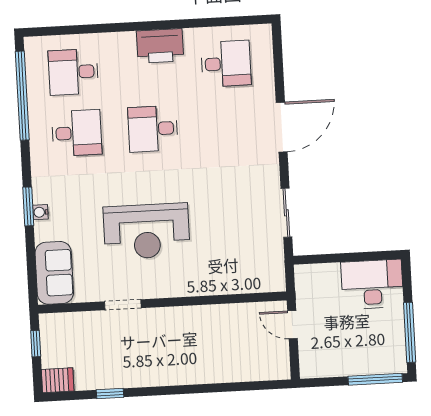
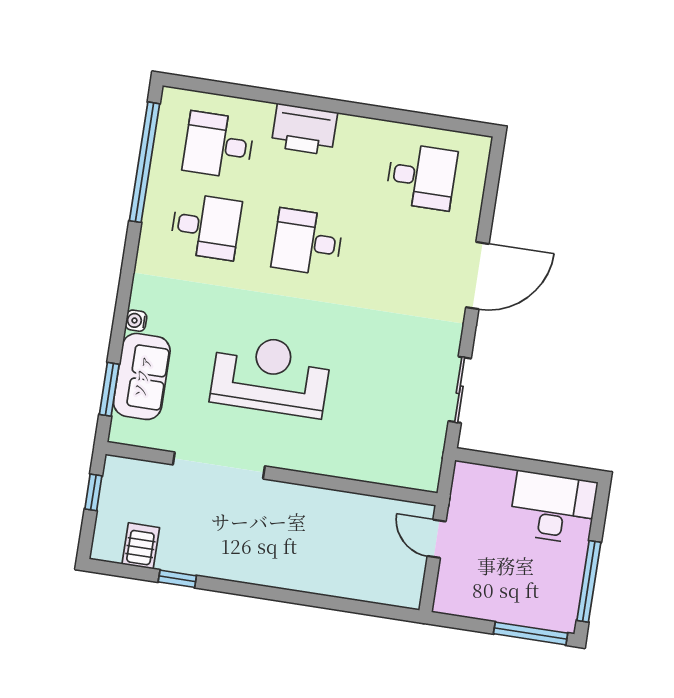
printer: (160, 46) -> (304, 129), moved
window: (28, 206) -> (109, 389), moved
reception desk: (147, 231) -> (271, 375), turned 180
sofa: (54, 273) -> (142, 376), moved
doorway: (123, 305) -> (219, 465), width x1.88
server rack: (58, 380) -> (141, 546), moved, turned -90

